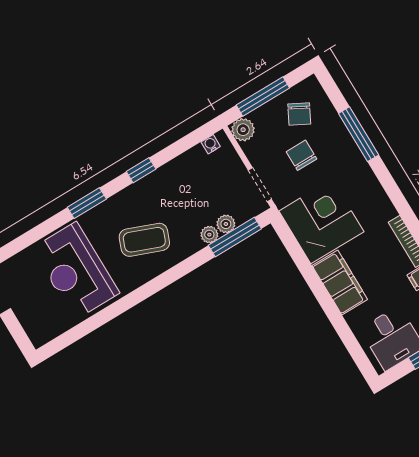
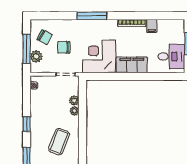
plant: (243, 130) -> (36, 56), moved
window: (359, 134) -> (92, 16), moved
window: (235, 237) -> (83, 100), removed

